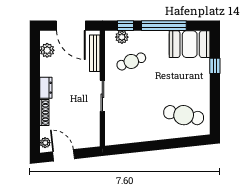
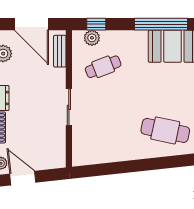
window: (164, 26) -> (161, 24), moved
bench: (95, 53) -> (60, 51), width x0.73

